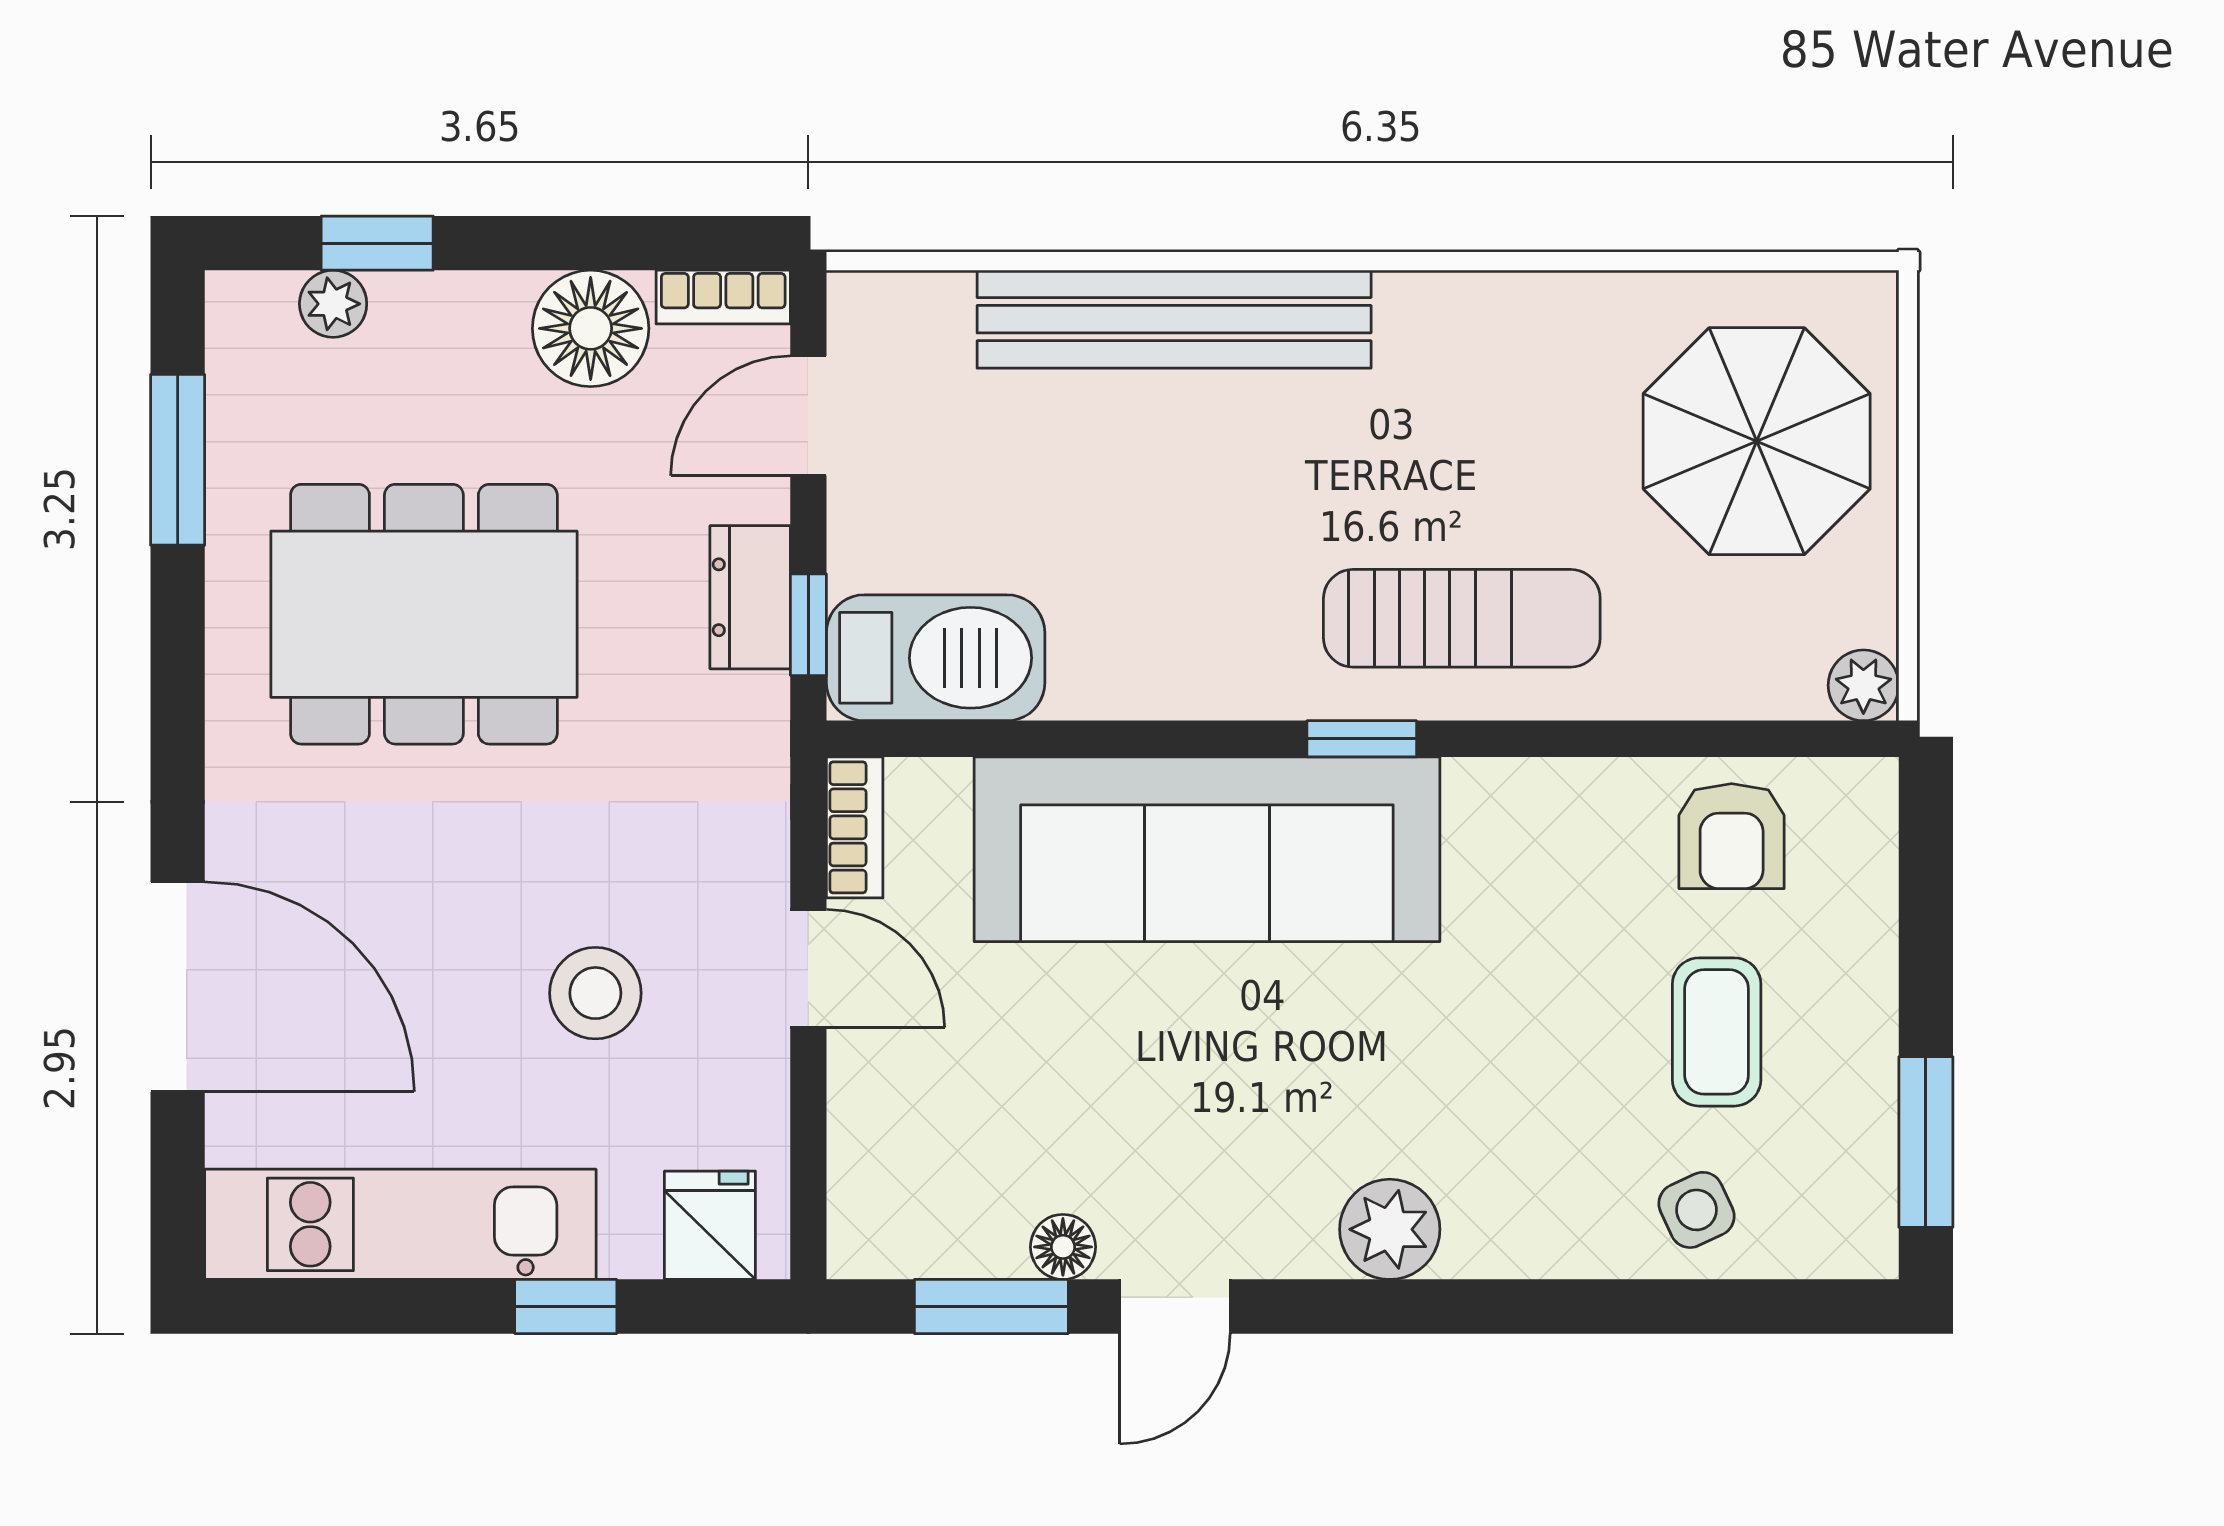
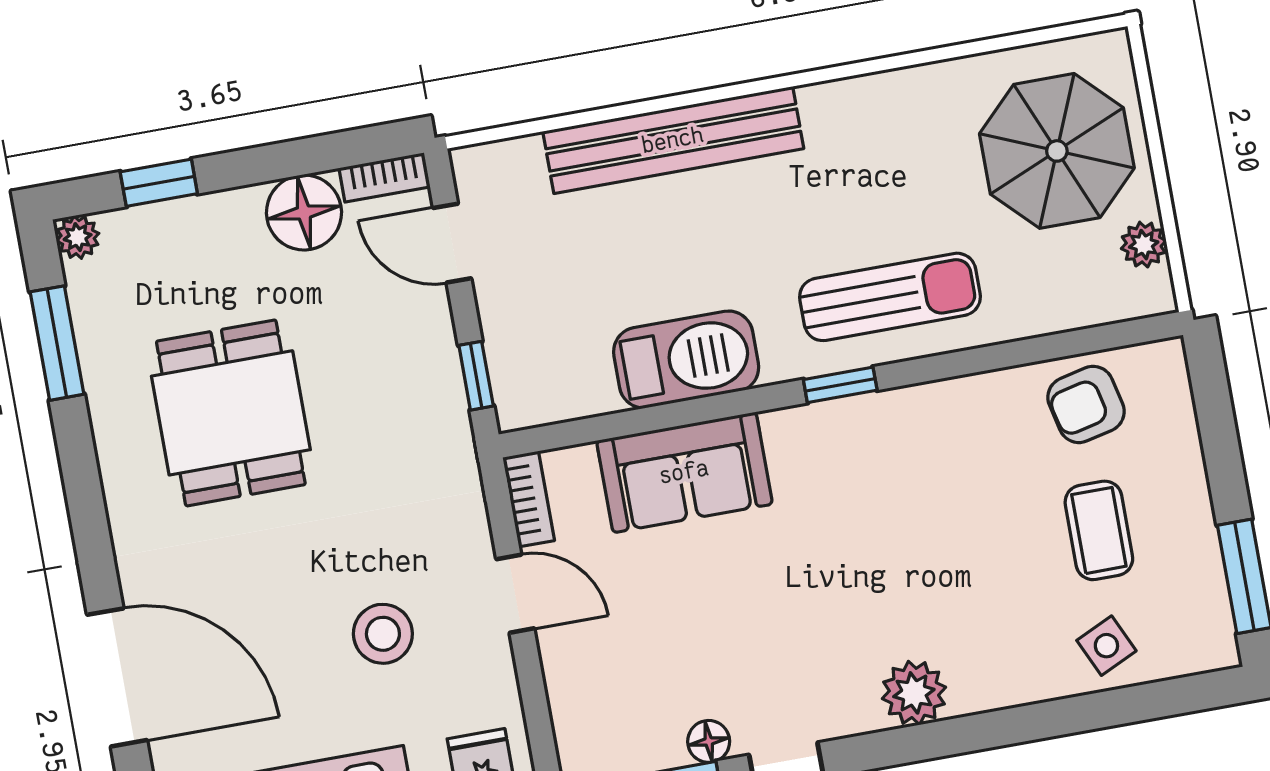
plant: (333, 304) -> (78, 237), moved
door: (808, 416) -> (452, 243), hinge flipped
dresser: (750, 597) -> (436, 365), removed
dining table: (424, 614) -> (231, 413), width x0.73
barbecue: (936, 658) -> (686, 360), moved
plant: (1863, 685) -> (1144, 245), moved
armchair: (1732, 836) -> (1086, 404), turned 77
sofa: (1207, 849) -> (684, 472), width x0.54, depth x0.79

